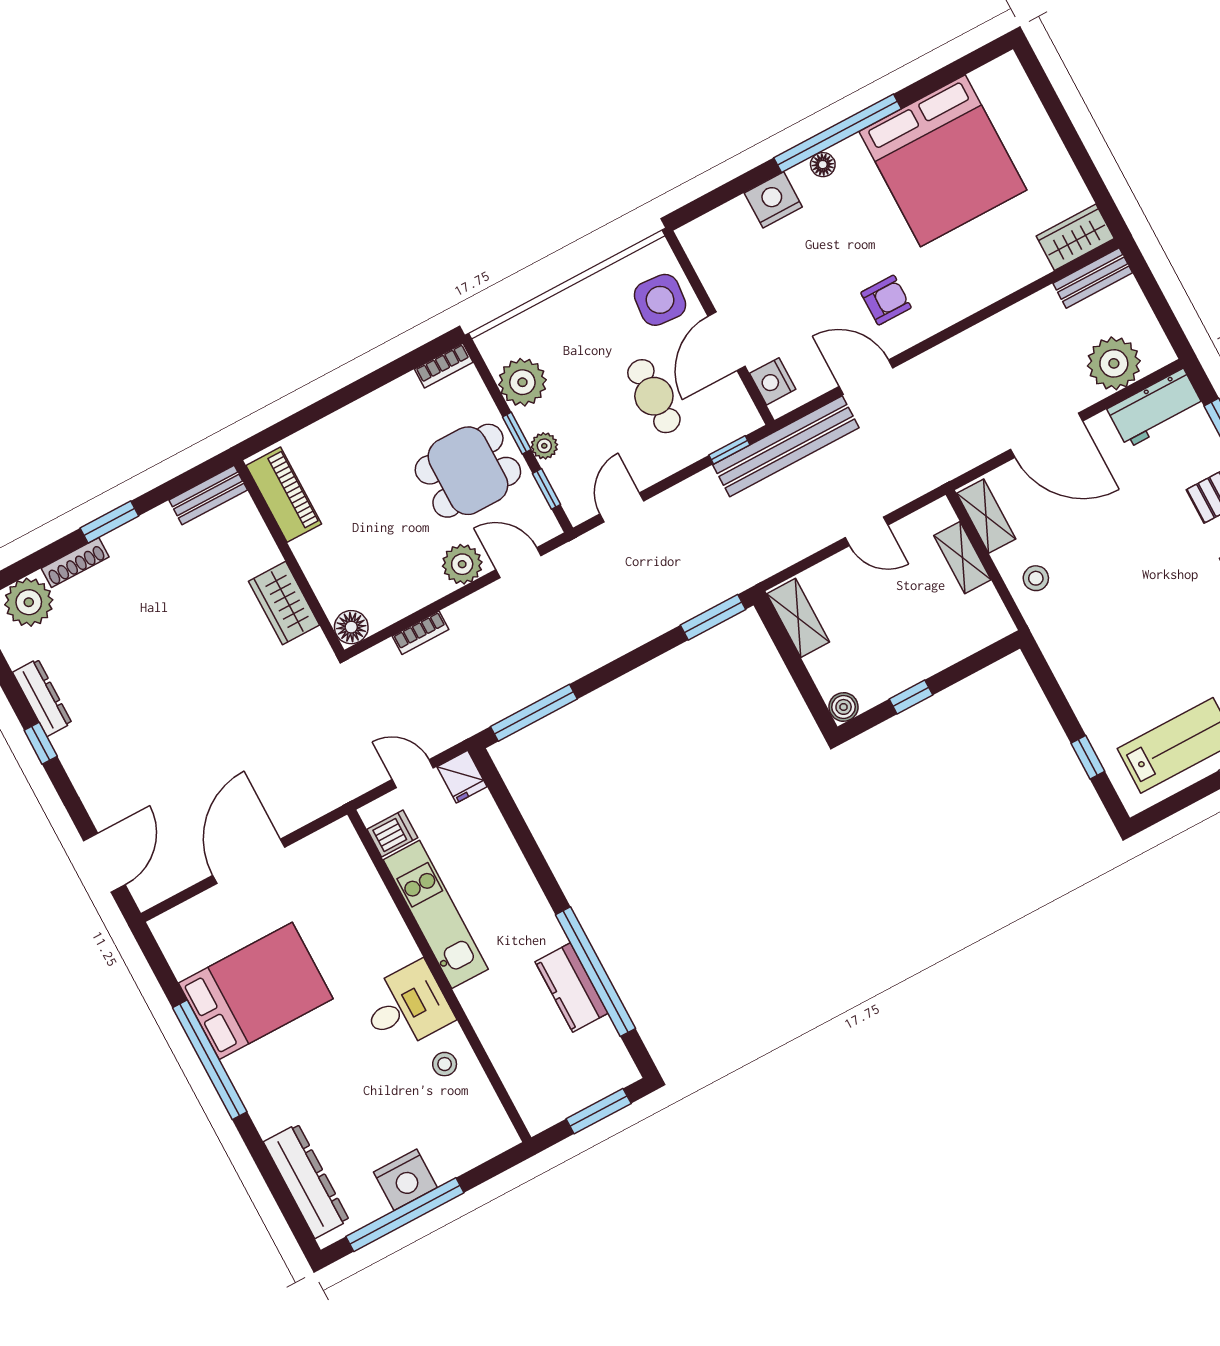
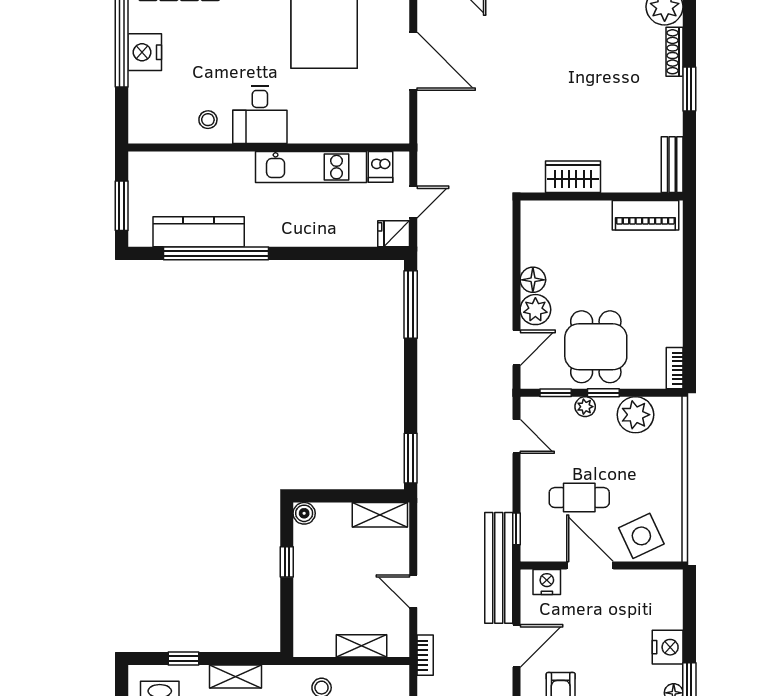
side table: (660, 300) -> (641, 536), turned -30
shelving: (986, 516) -> (236, 677), moved
door: (866, 531) -> (413, 591), hinge flipped
floor lamp: (351, 627) -> (533, 280), moved
bookcase: (420, 633) -> (425, 655), moved, turned 180
kitchen counter: (572, 987) -> (199, 232), width x1.50

